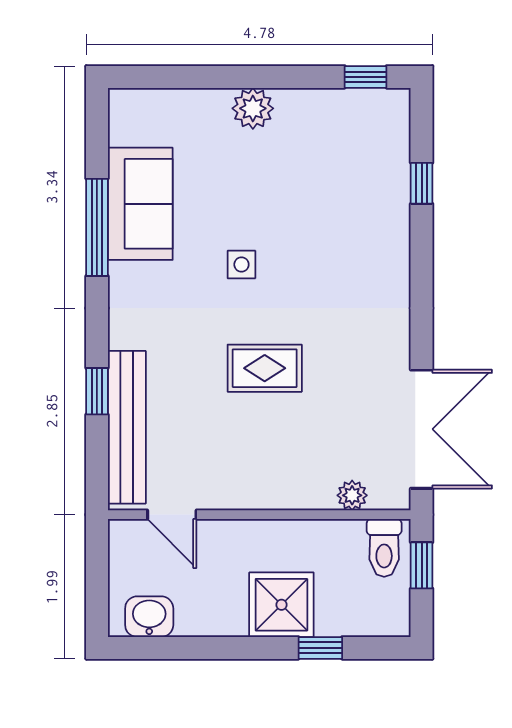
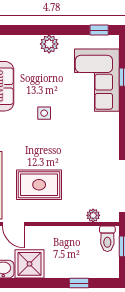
corner sofa: (360, 190) -> (97, 80), added
rug: (265, 368) -> (39, 185), moved, width x1.36, depth x1.43
shower: (281, 605) -> (30, 264), moved

